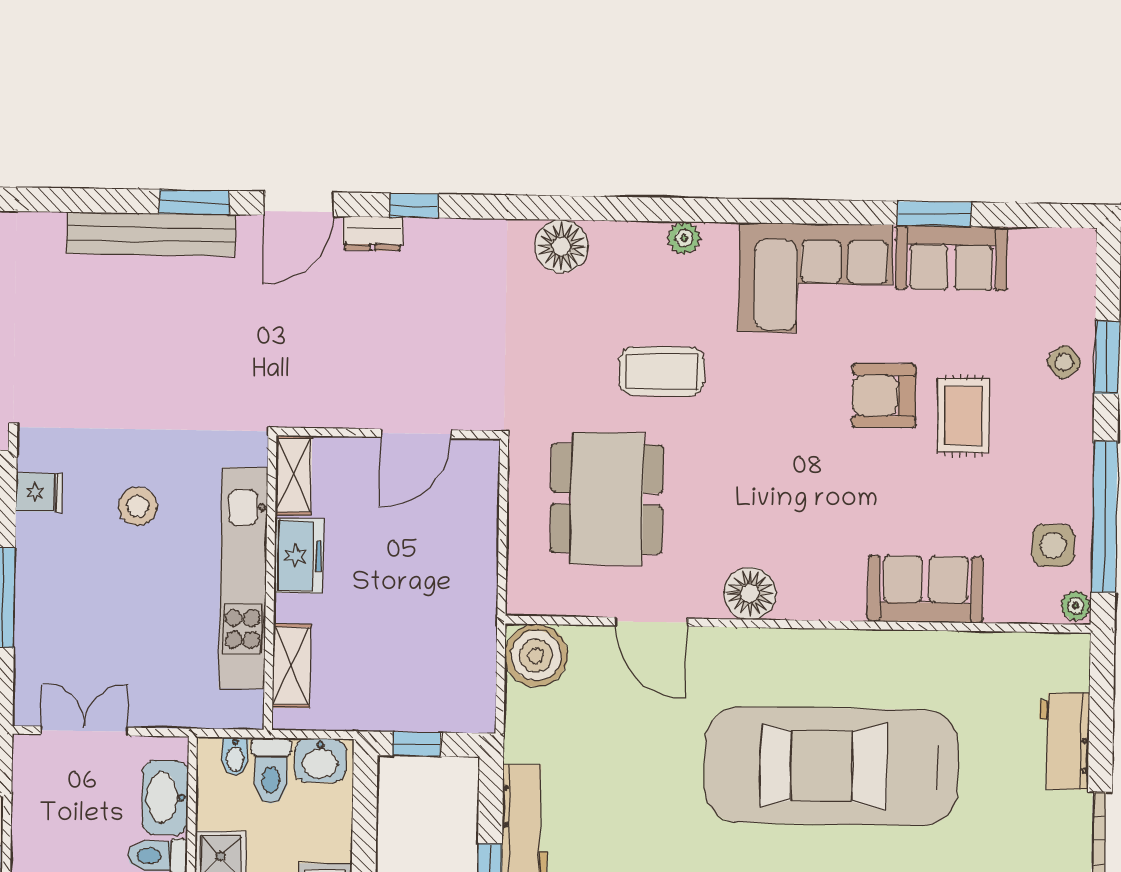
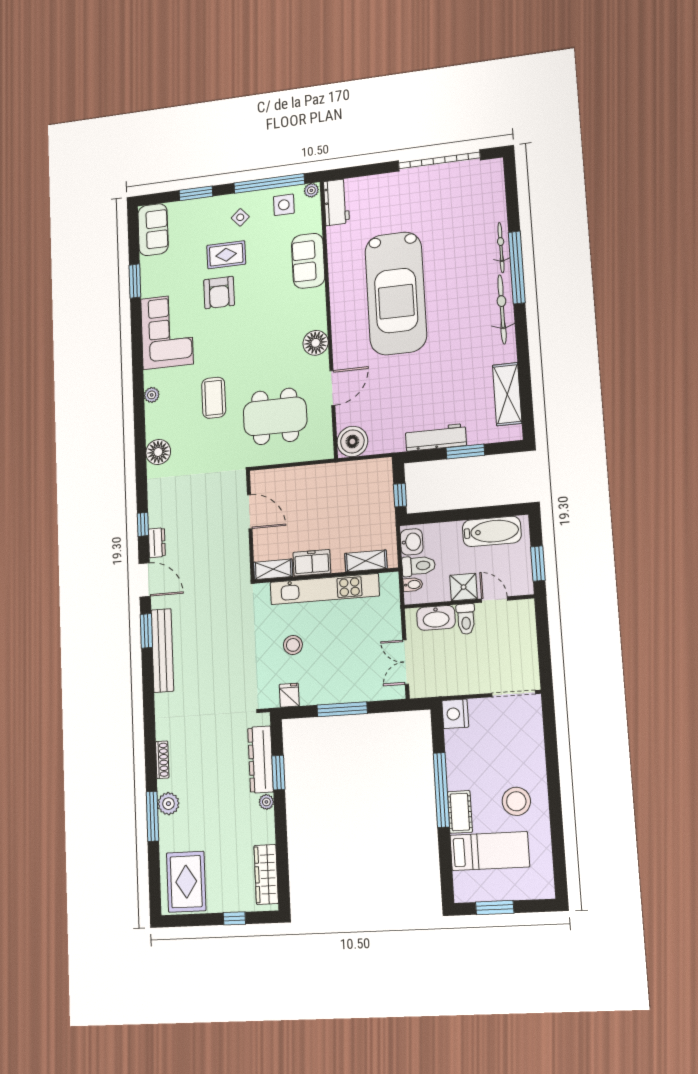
sofa: (951, 258) -> (153, 230), moved
side table: (1064, 362) -> (240, 217), moved
workbench: (1064, 741) -> (336, 202), moved, turned -90

